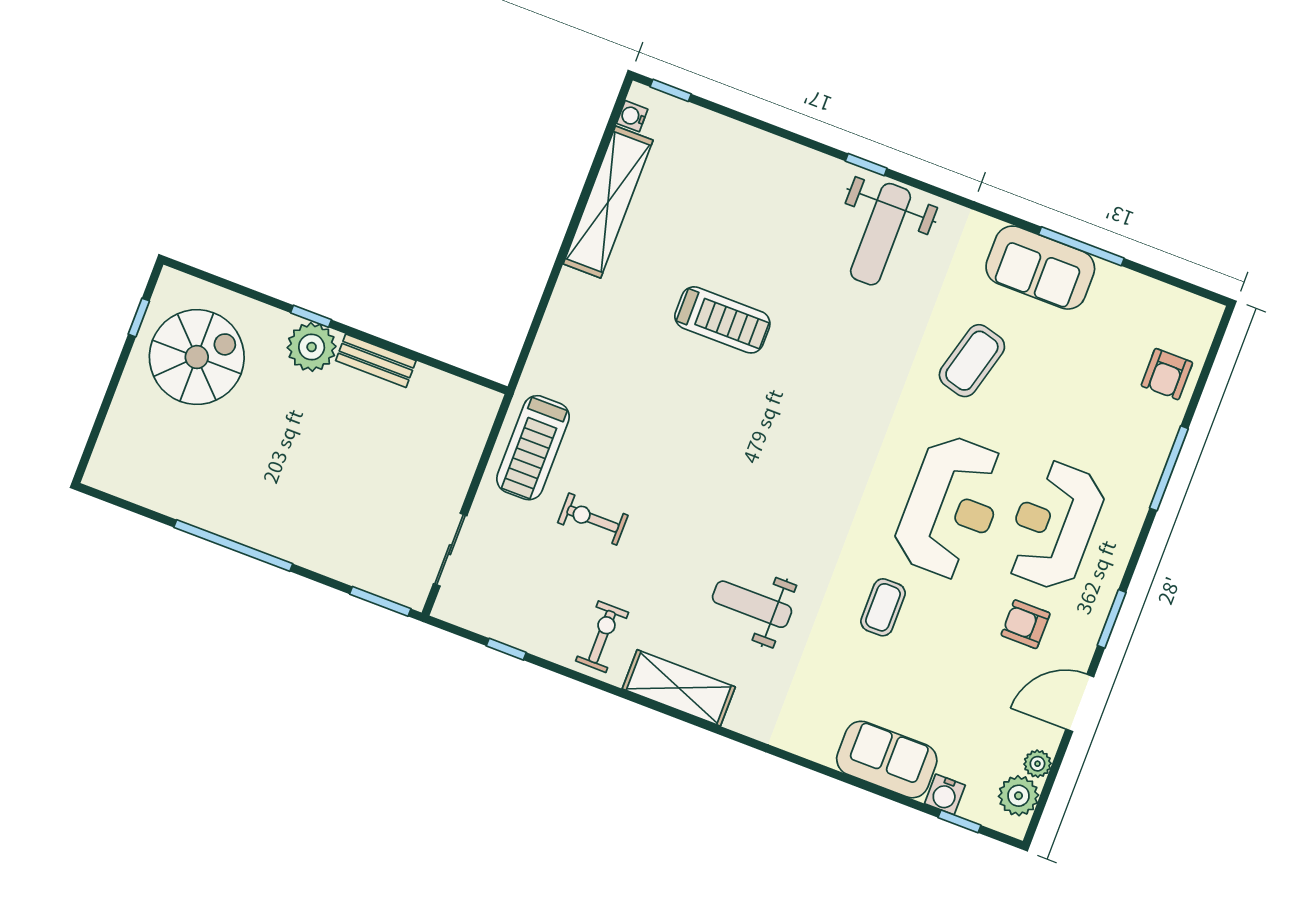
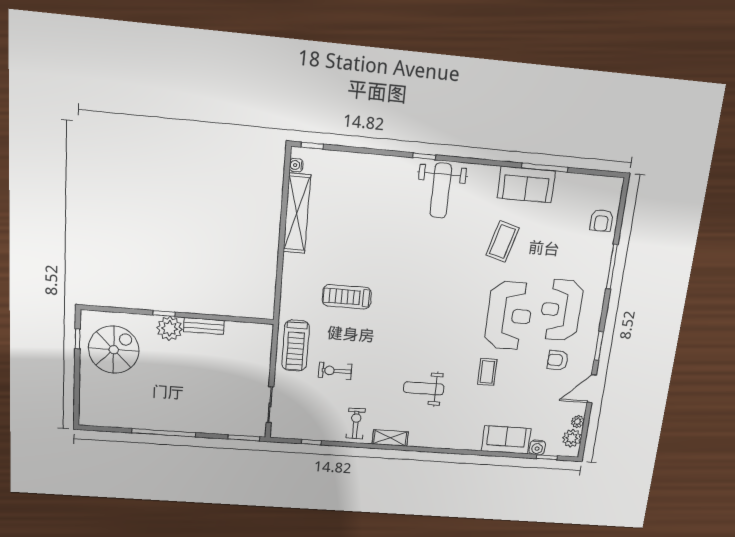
treadmill: (722, 320) -> (347, 297), moved, turned 180
shelving: (679, 688) -> (390, 438), width x0.67, depth x0.75

